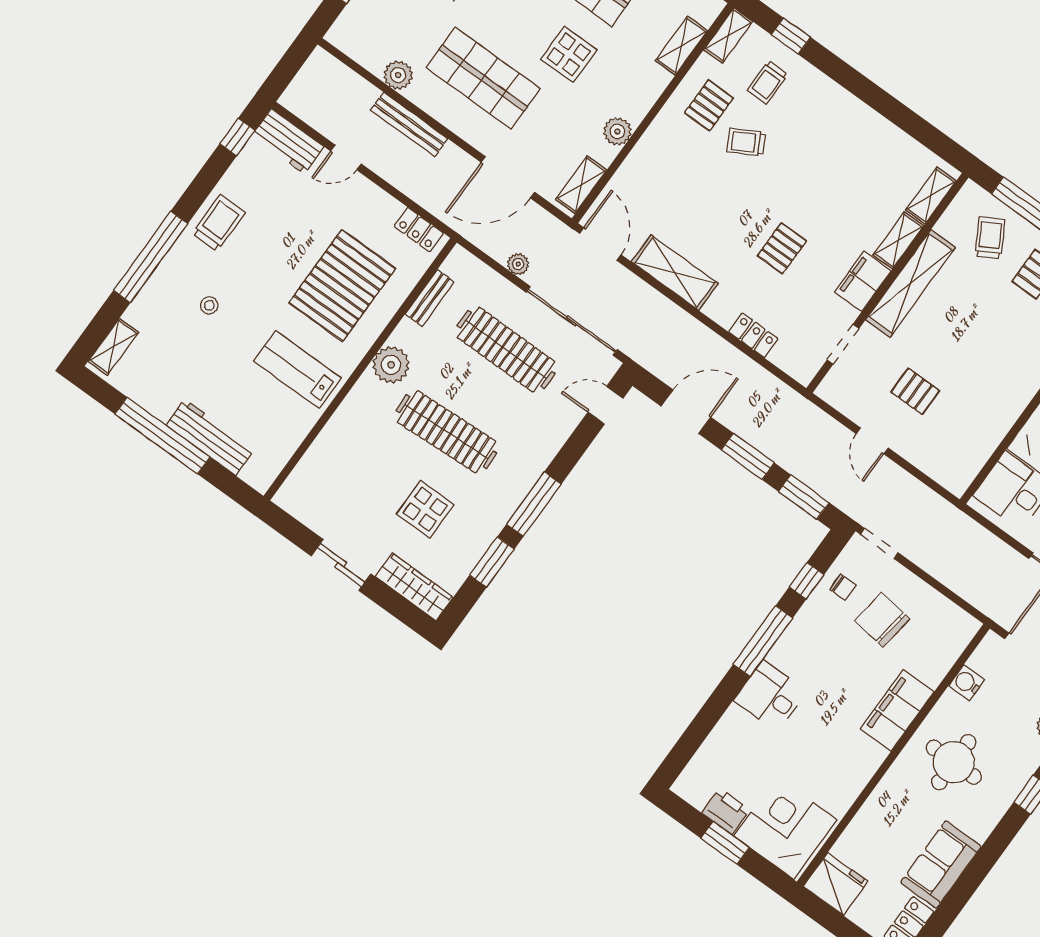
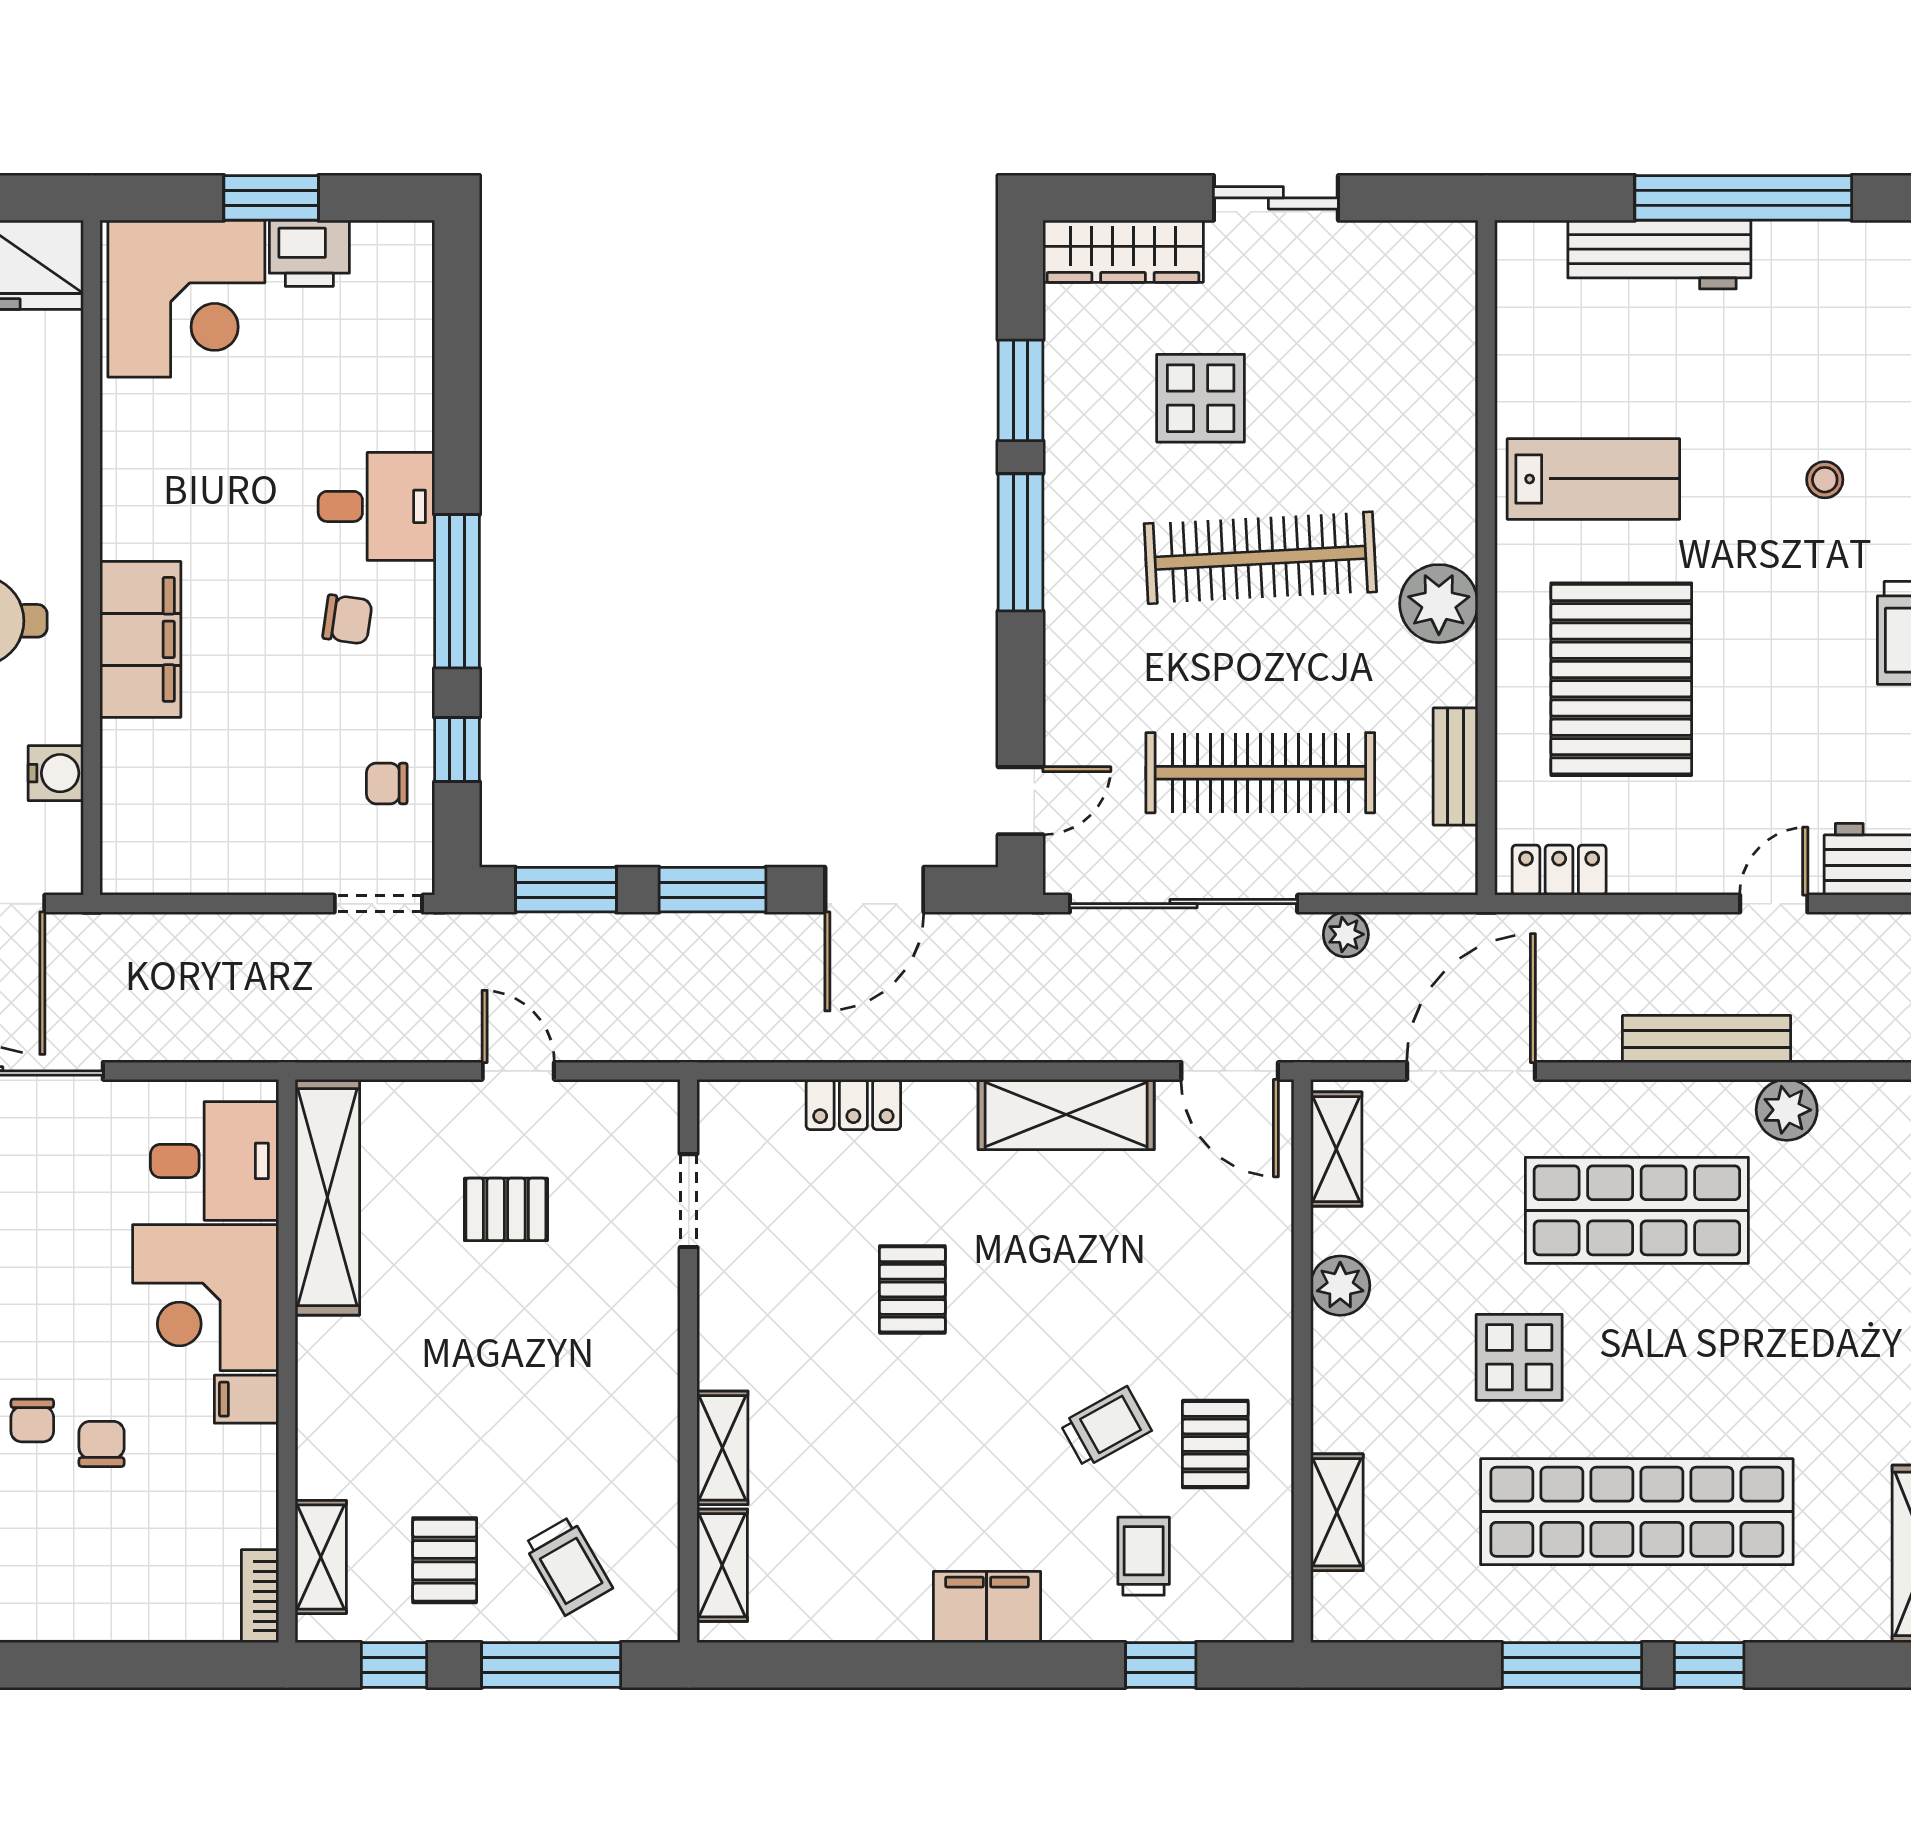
shelving: (728, 36) -> (1269, 1588), removed
filing cabinet: (863, 281) -> (987, 1607), moved, turned -90
shelving: (910, 284) -> (327, 1197), moved
chair: (882, 620) -> (347, 619), moved, width x0.54, depth x0.54

